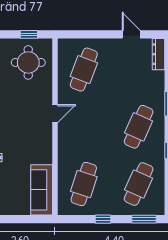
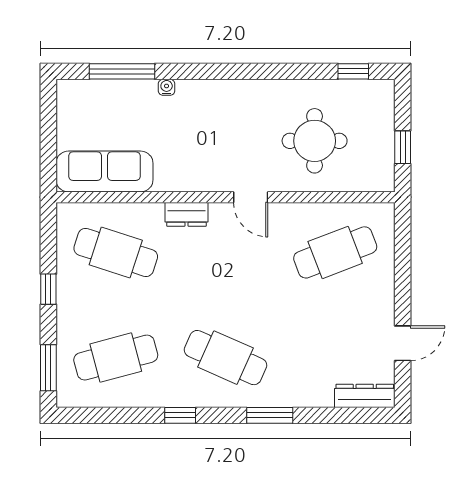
round table: (28, 62) -> (315, 141), moved
cafe table: (84, 70) -> (335, 252), turned -42
dresser: (64, 147) -> (187, 214), added
cafe table: (139, 184) -> (116, 358), turned -39

